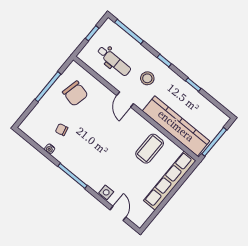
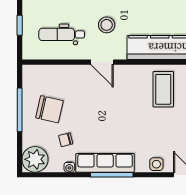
dental chair: (114, 61) -> (62, 34), turned 180
chair: (75, 94) -> (50, 109), moved
plant: (32, 126) -> (35, 159), added
row of seats: (74, 165) -> (105, 163), added

